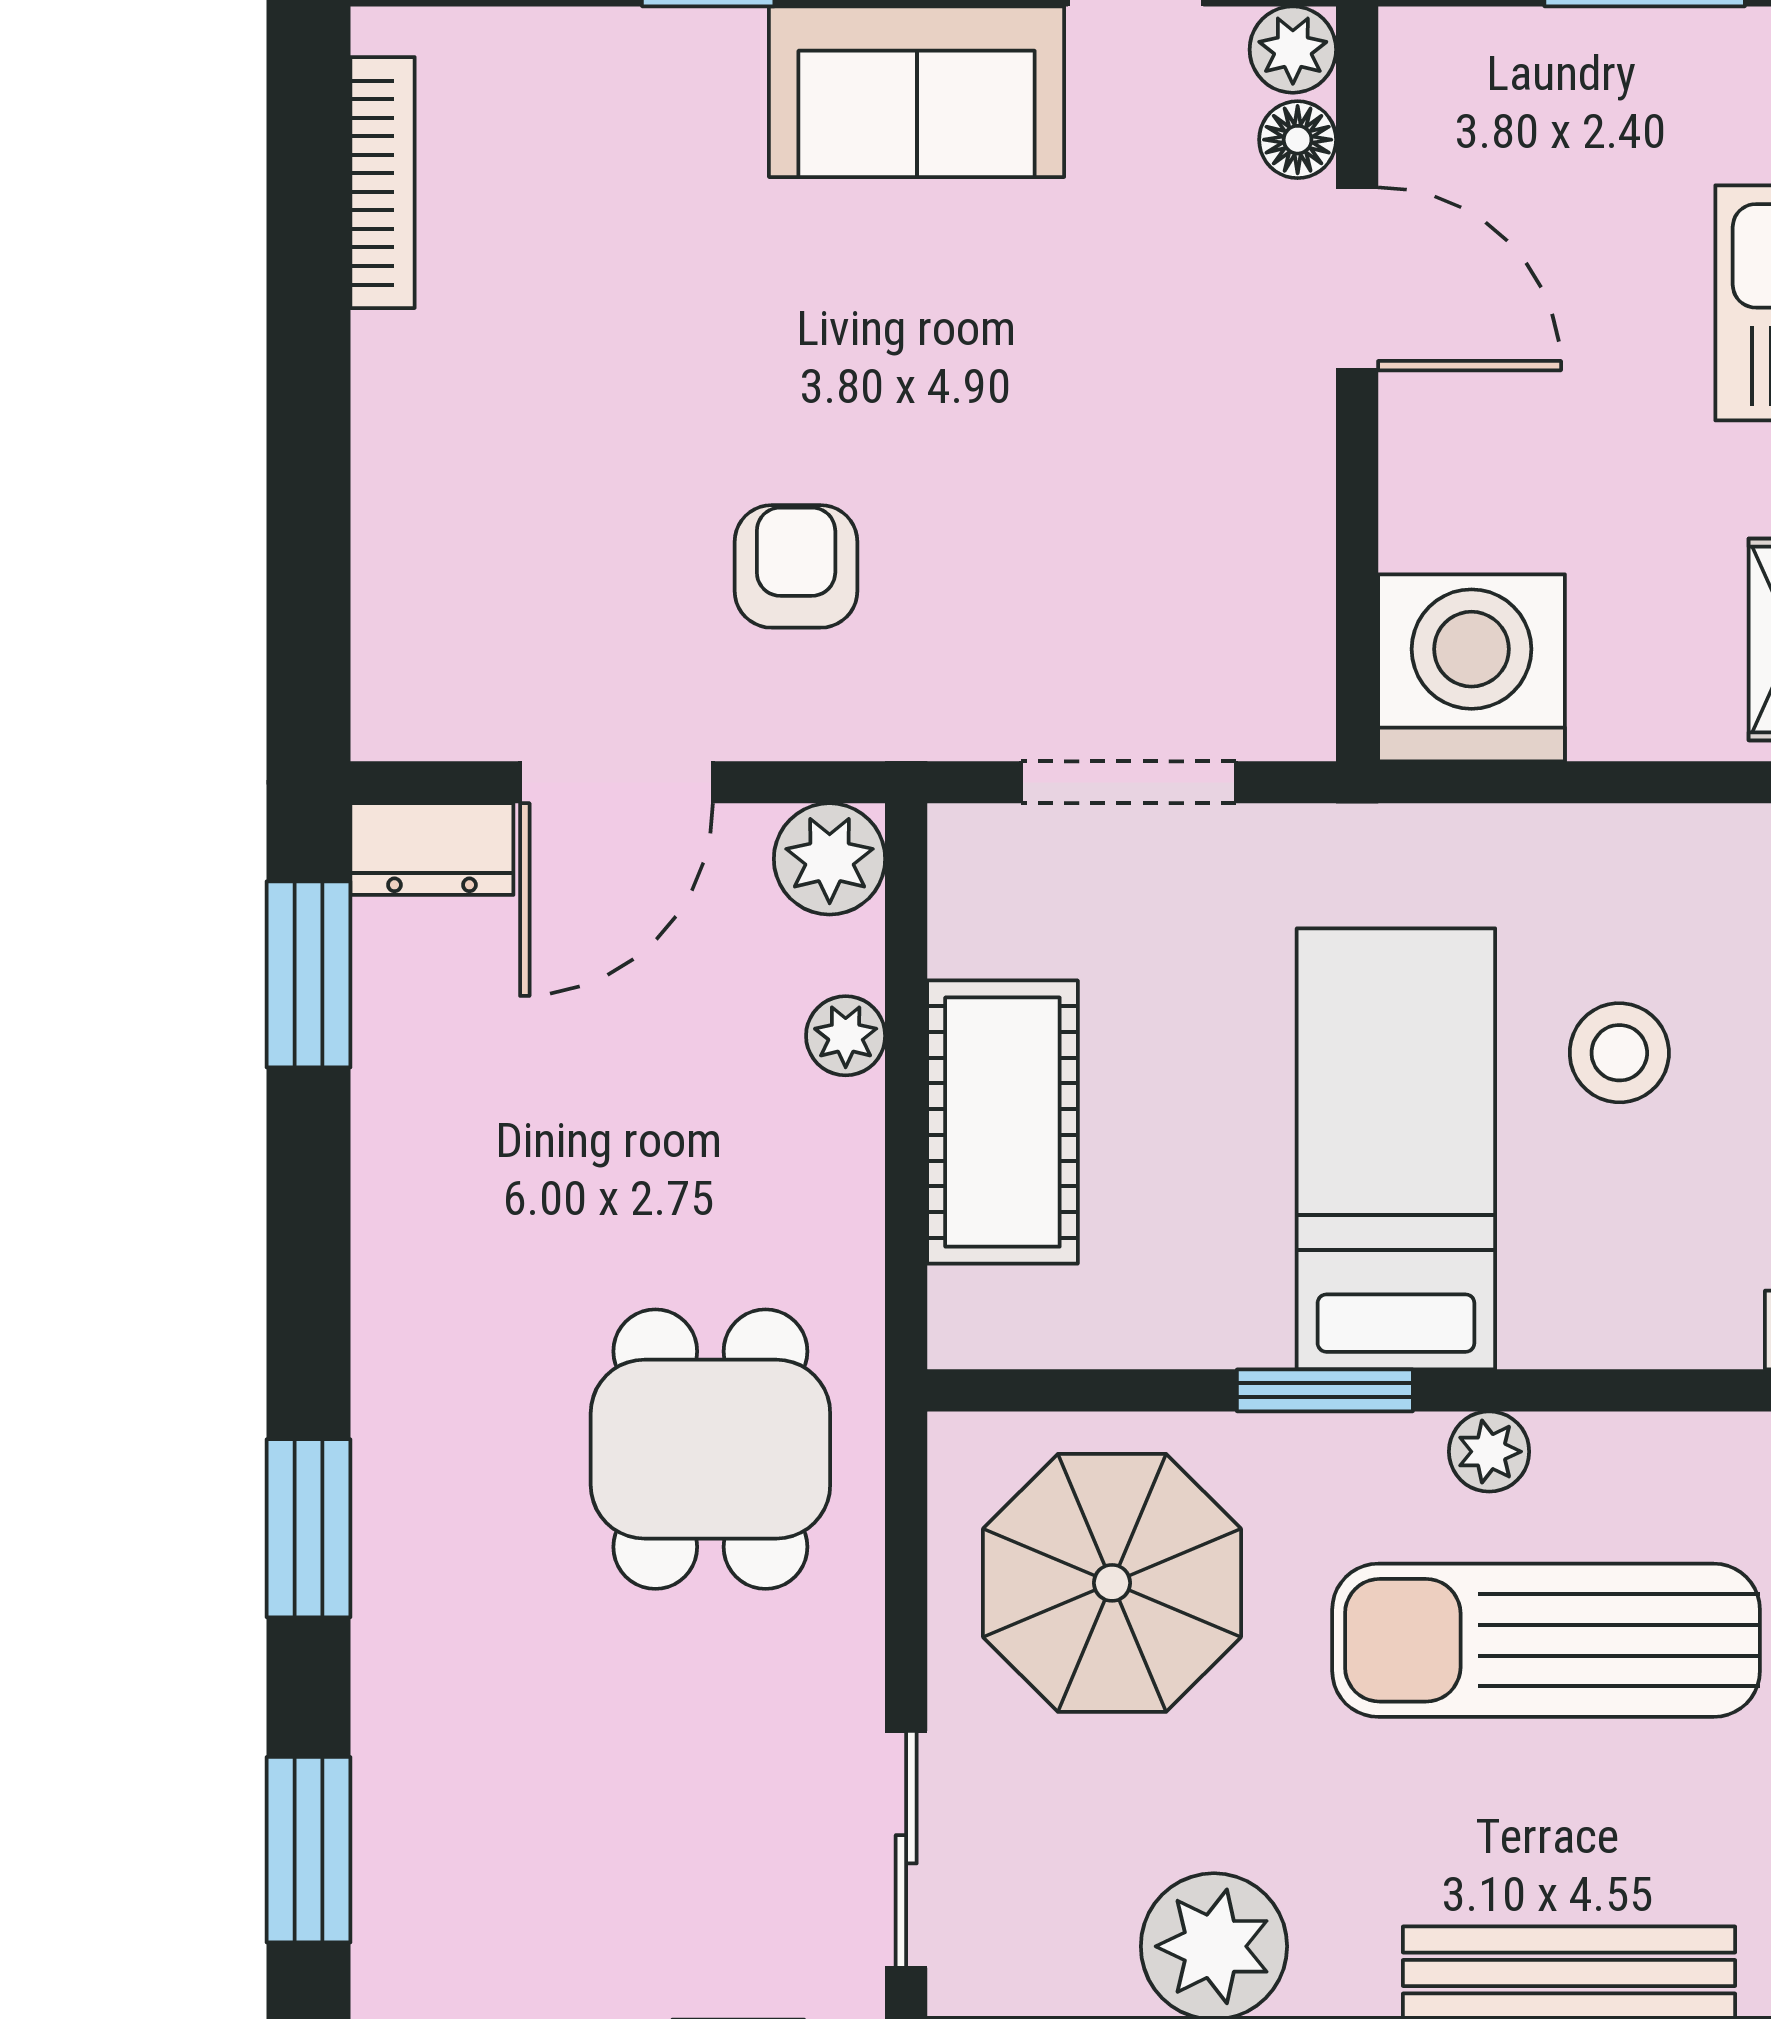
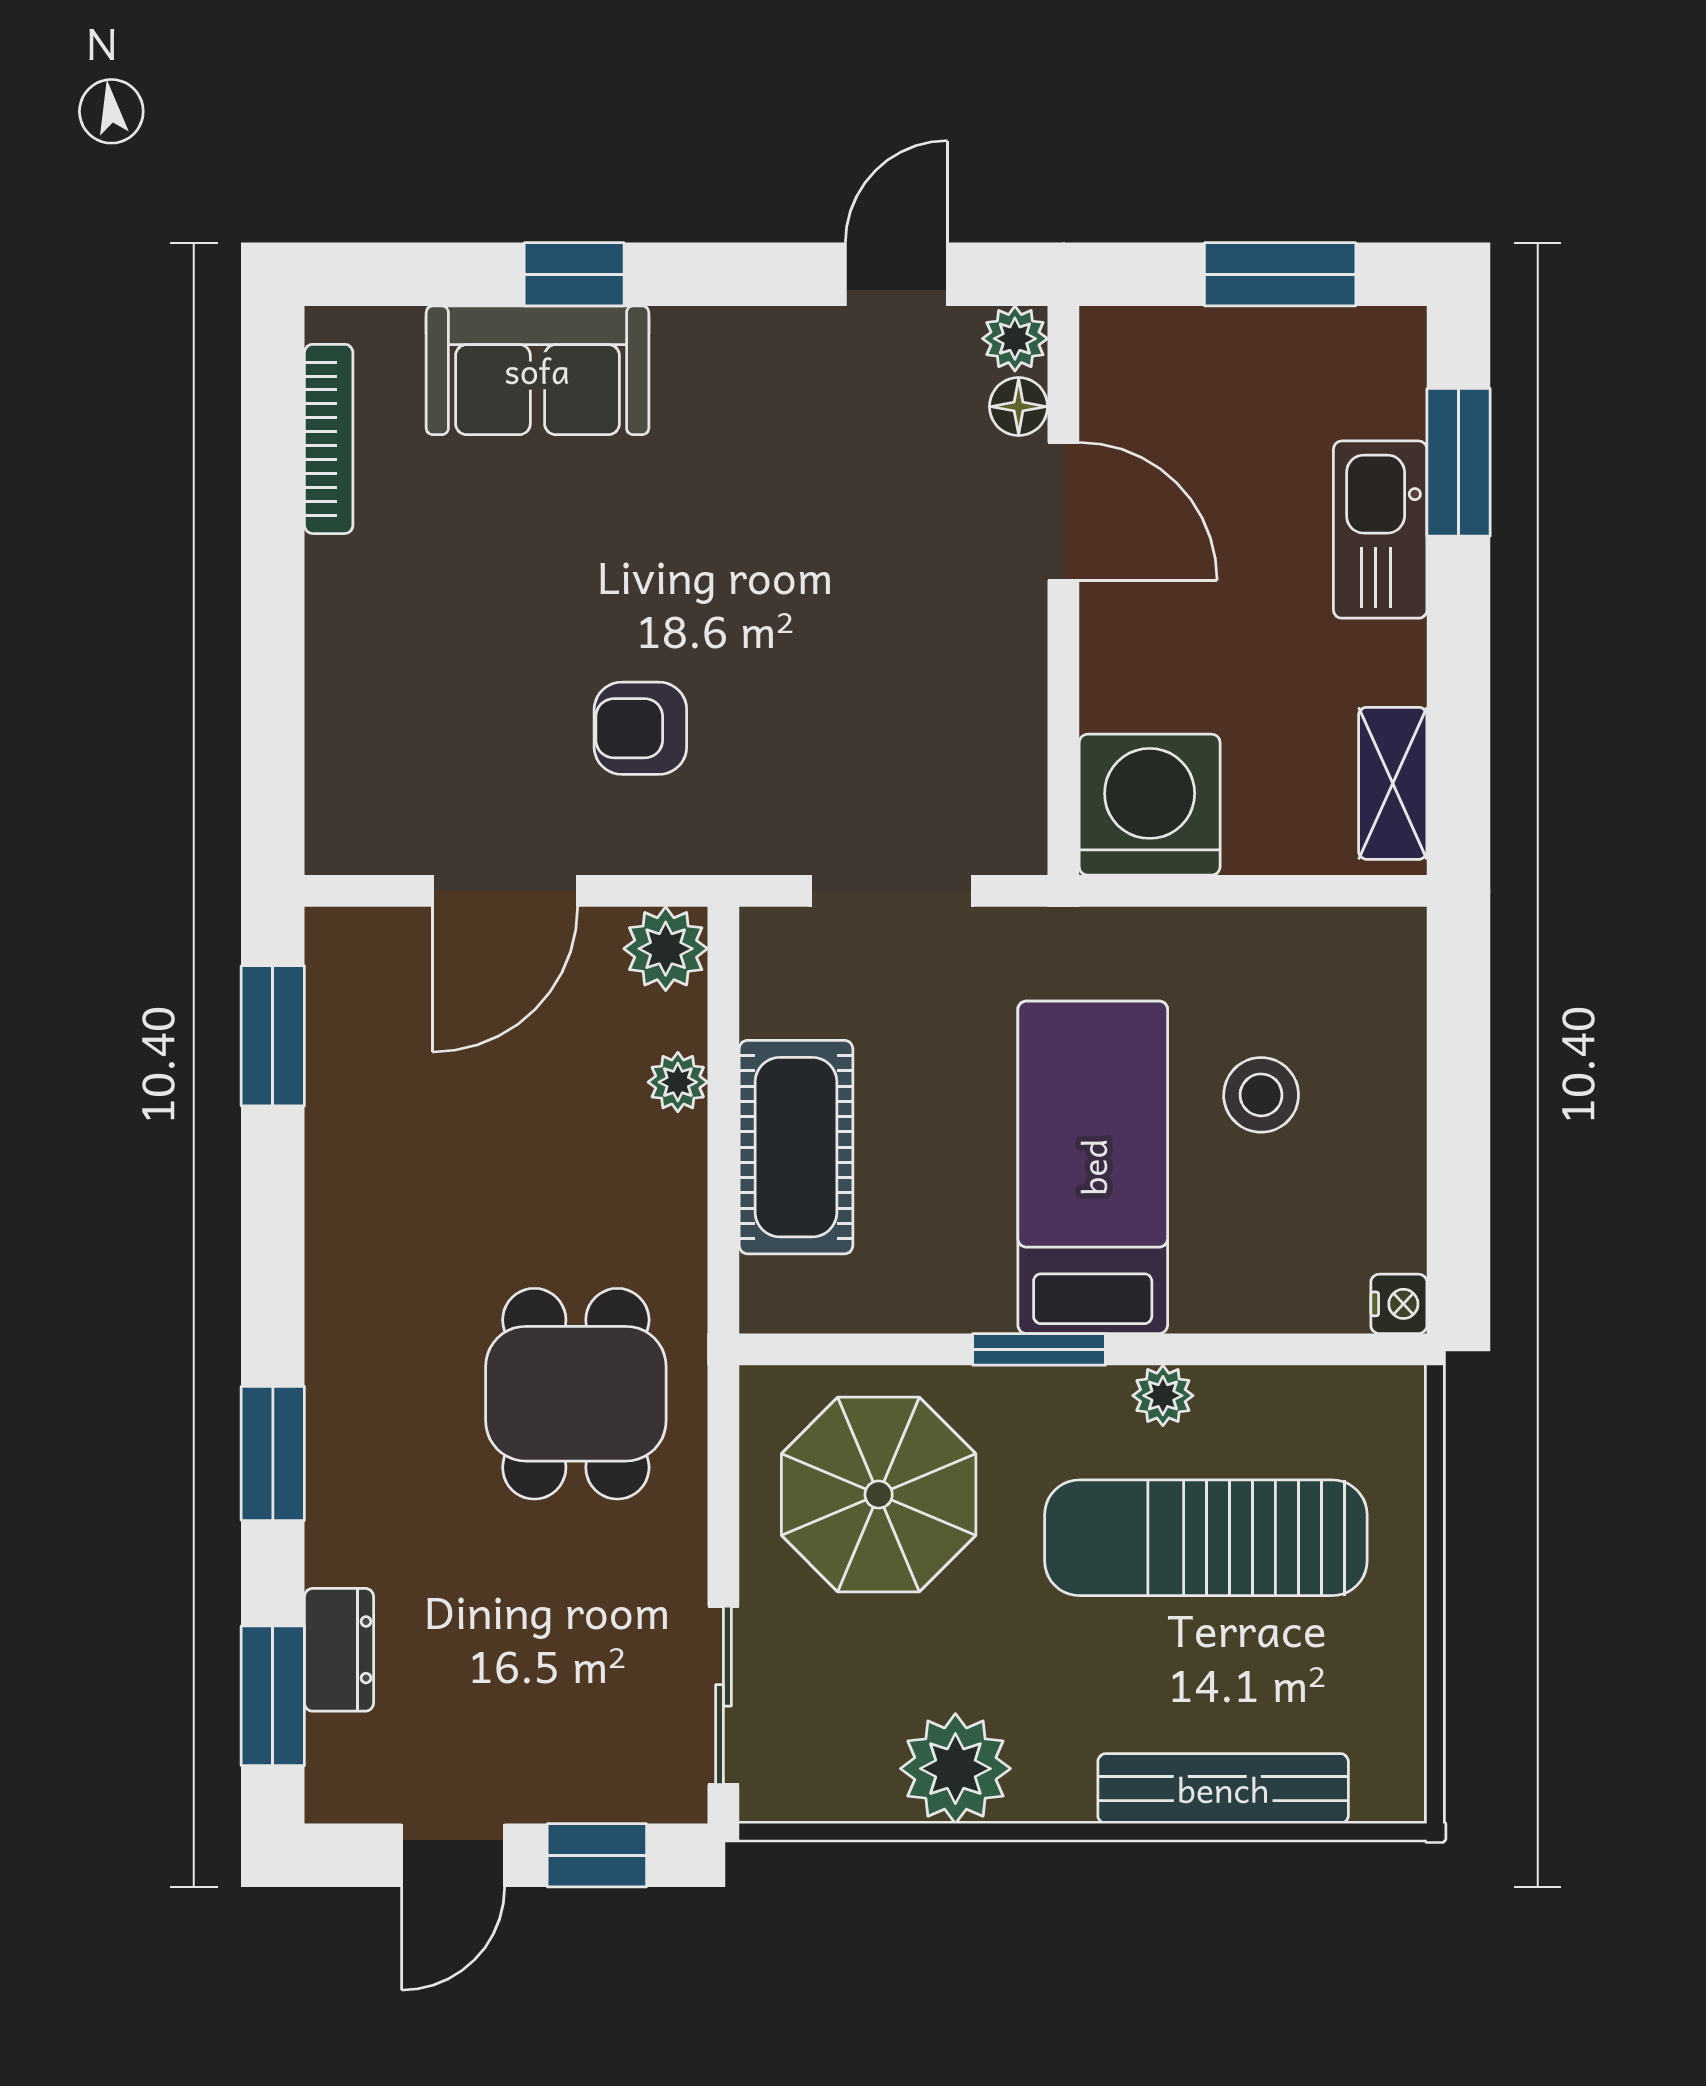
sofa: (917, 92) -> (537, 370), moved
armchair: (796, 566) -> (640, 728), turned -90
dresser: (432, 849) -> (339, 1650), moved, turned -90

